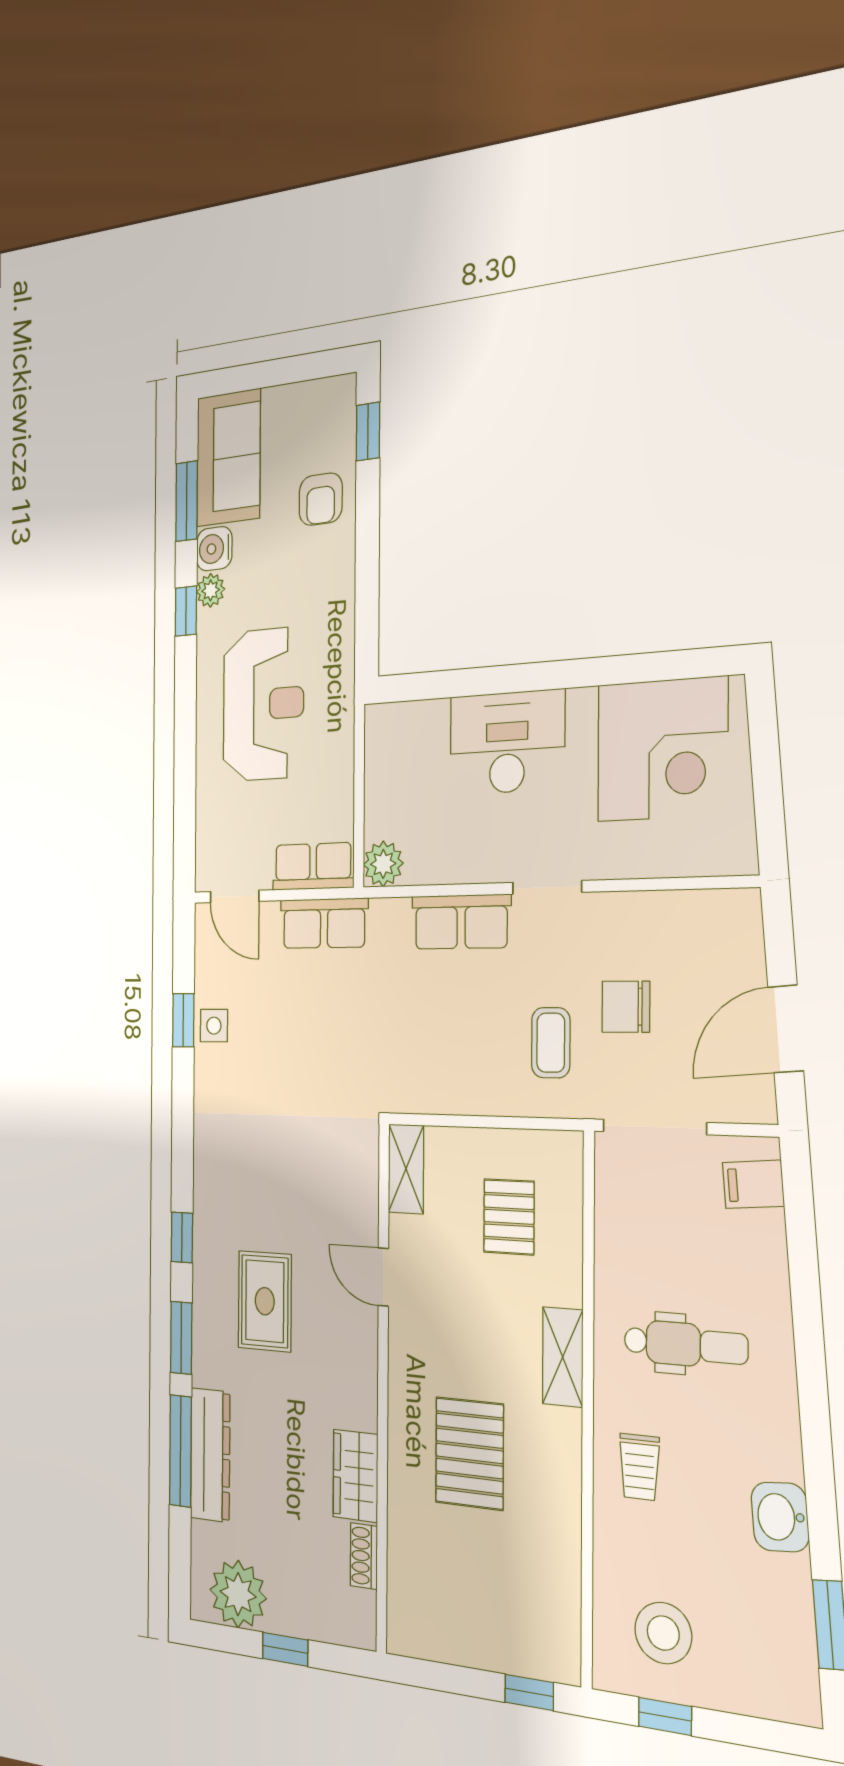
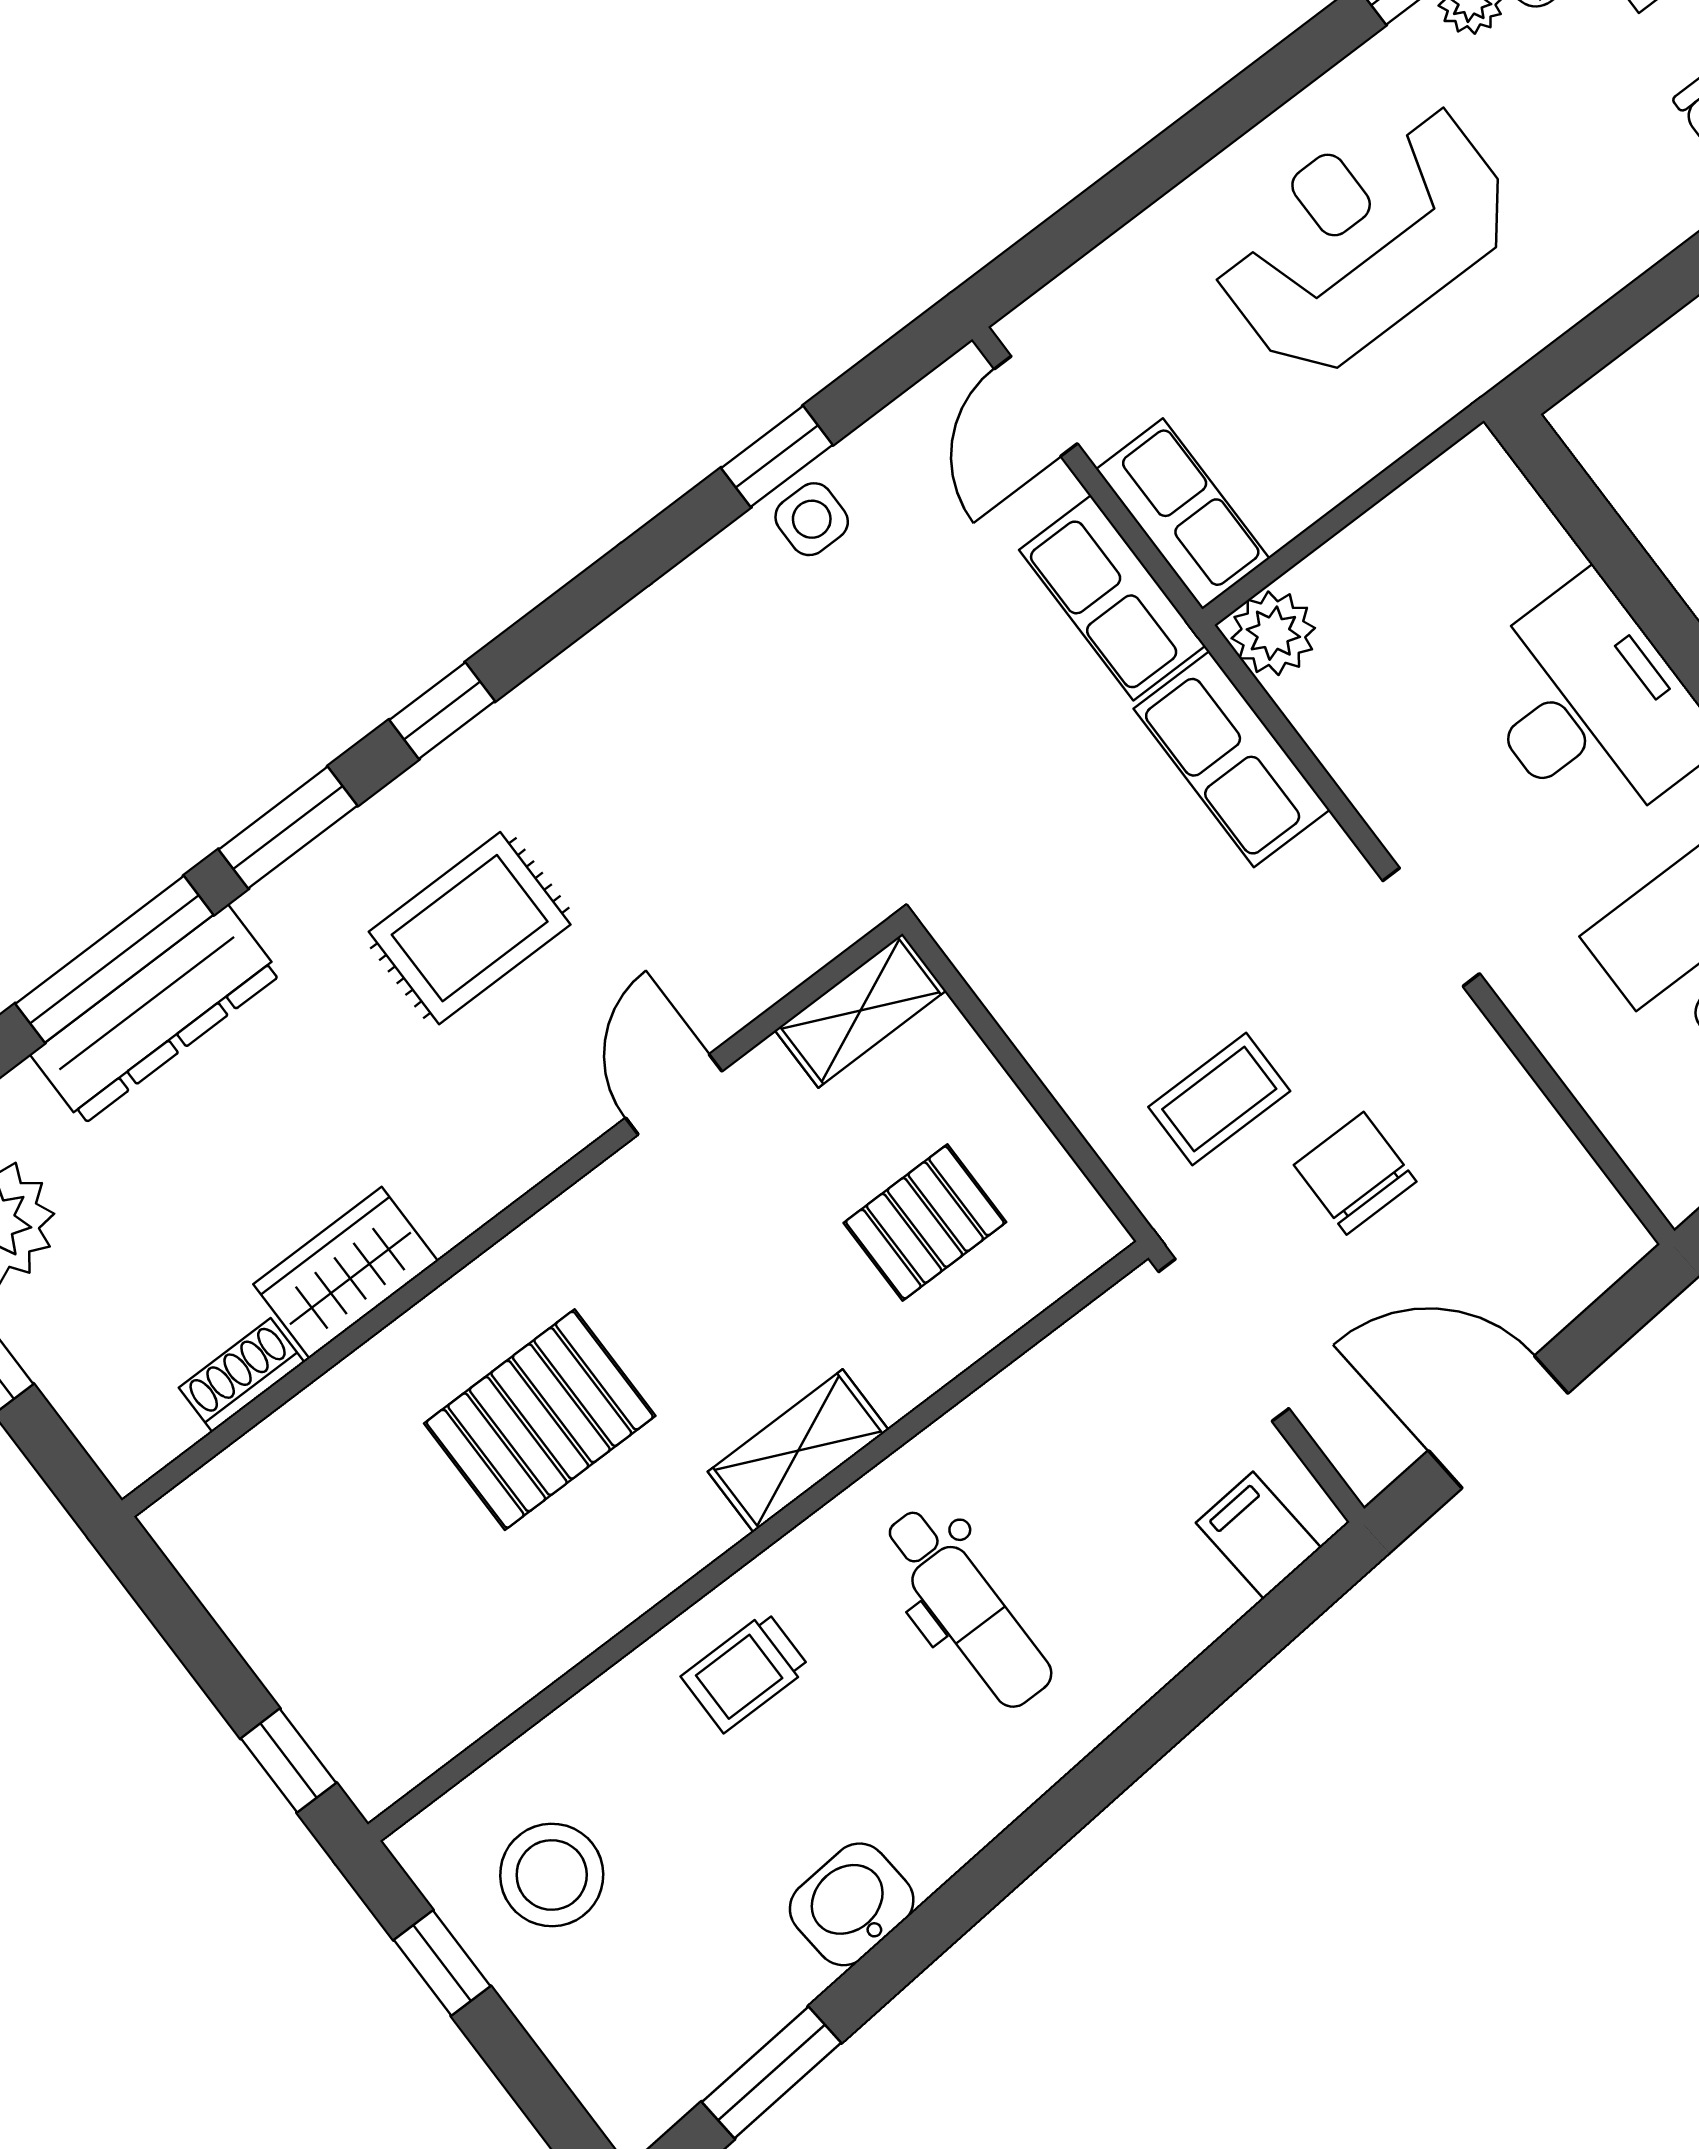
reception desk: (263, 704) -> (1362, 236), turned 180
row of seats: (461, 922) -> (1232, 759), moved

